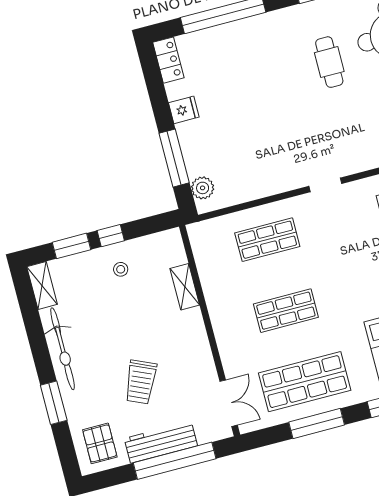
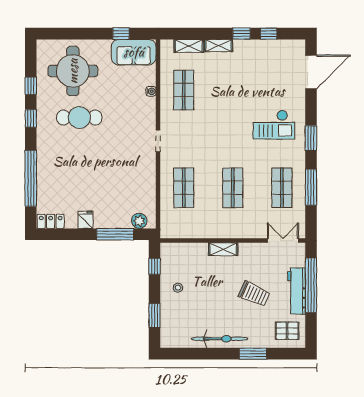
cafe table: (329, 62) -> (79, 118), width x1.37, depth x1.35
window: (111, 236) -> (155, 266), moved
shelving: (42, 285) -> (175, 341), removed
shelving: (185, 287) -> (223, 249), moved
shop shelf: (305, 382) -> (282, 188), width x0.70, depth x0.74

